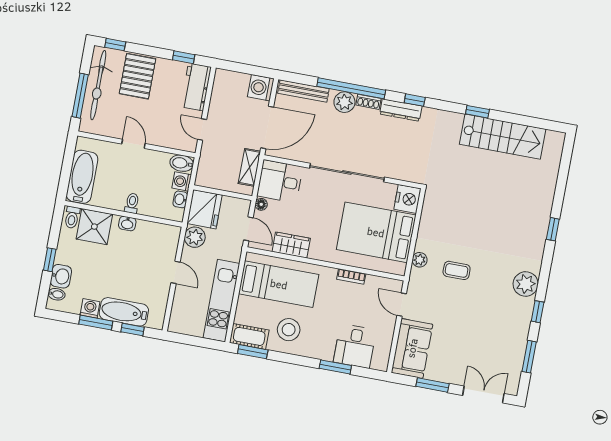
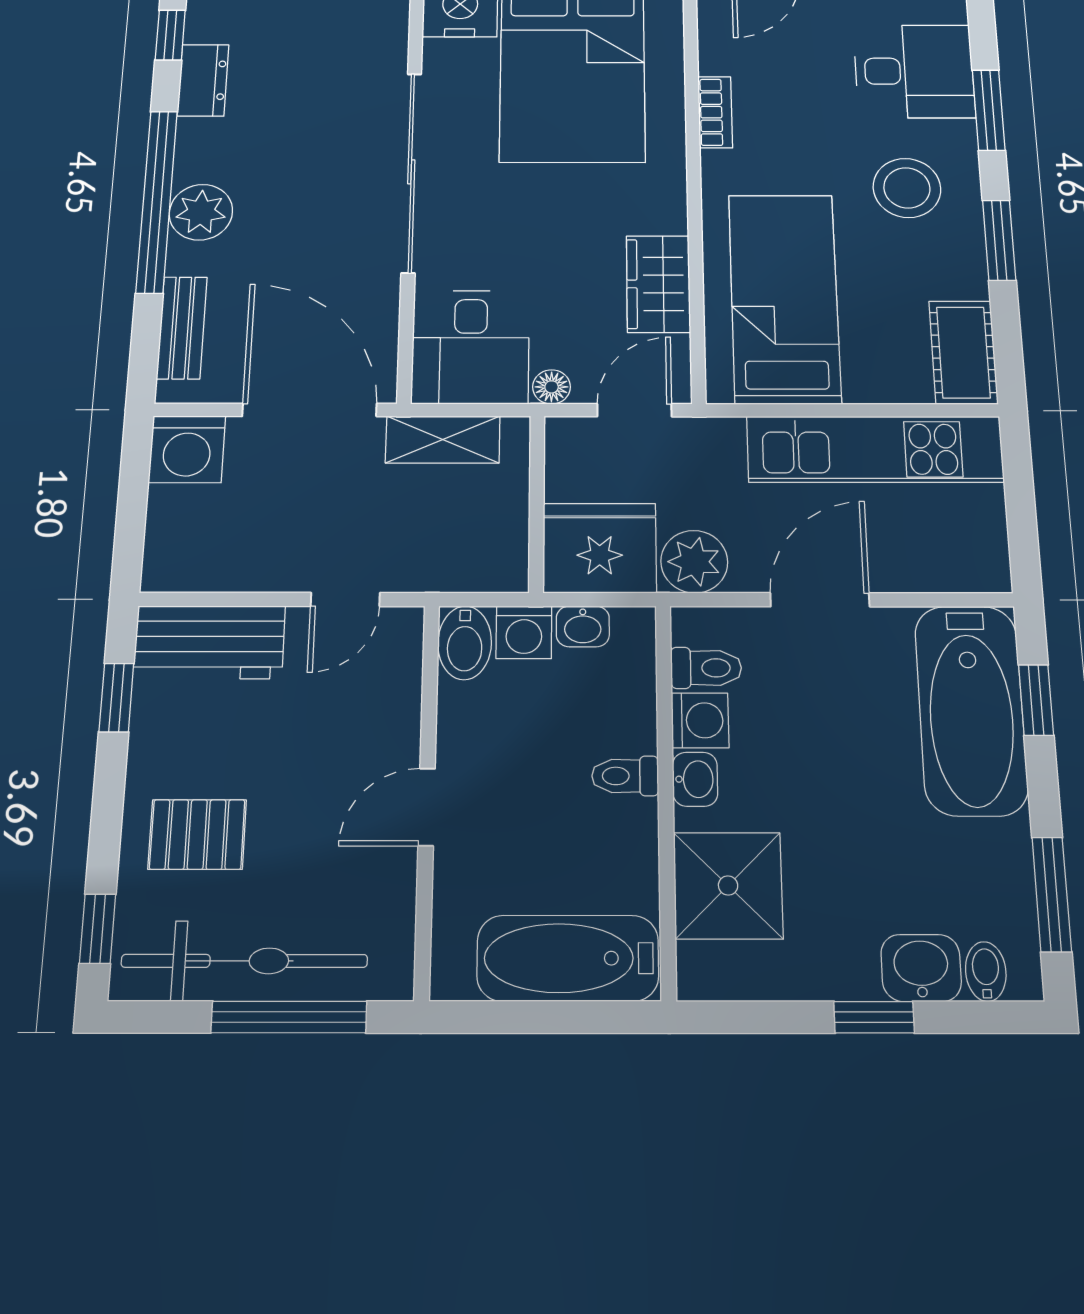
pallet: (138, 76) -> (197, 834), width x0.67, depth x0.71
bench: (303, 91) -> (182, 328), width x0.73
shoe rack: (368, 102) -> (191, 150), removed
dresser: (401, 110) -> (203, 80), width x0.70
toilet: (72, 217) -> (706, 668), moved
door: (176, 272) -> (820, 600), width x1.37
washing machine: (90, 308) -> (700, 720), moved, turned 180
bathtub: (124, 312) -> (971, 710), width x1.36, depth x1.36
window: (96, 323) -> (1052, 894), moved
stool: (289, 330) -> (907, 188), moved
window: (253, 352) -> (999, 240), moved

